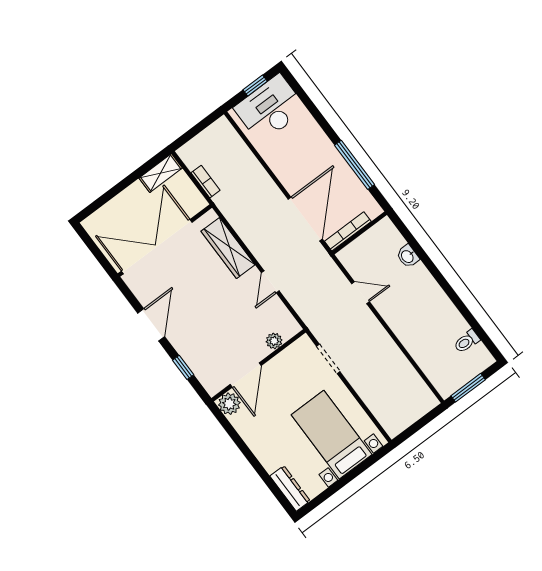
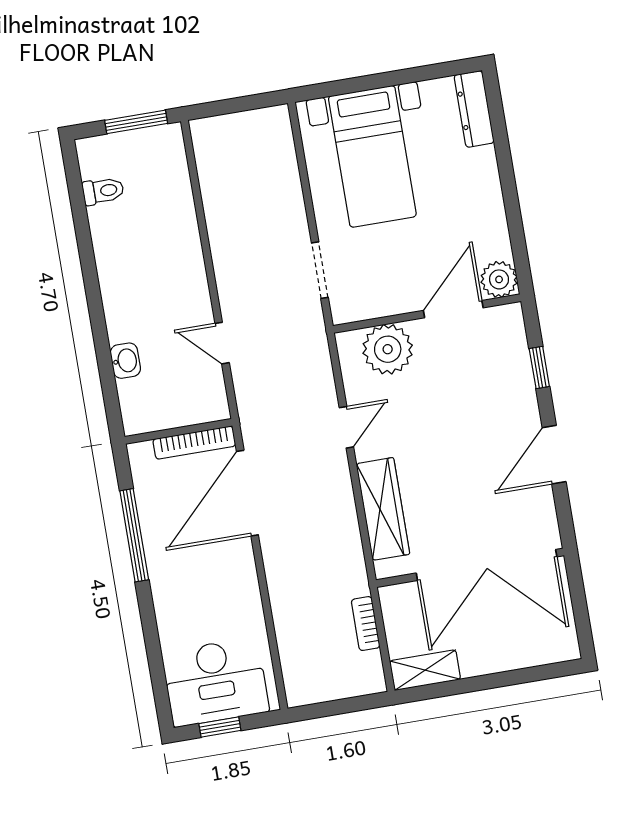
plant: (274, 341) -> (388, 349), width x1.87, depth x1.87

